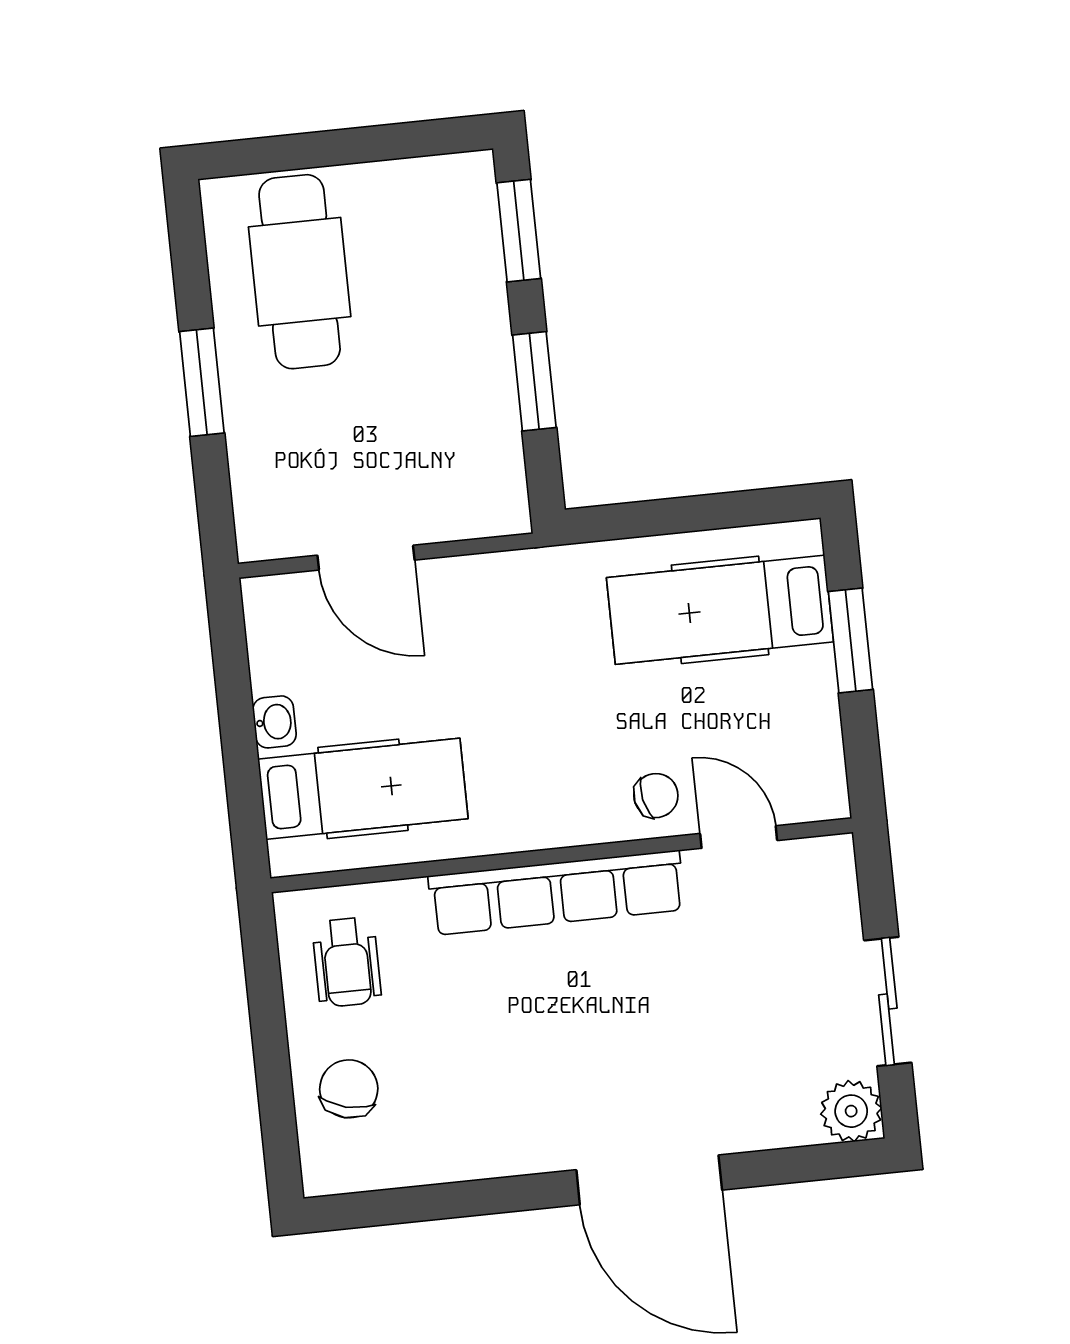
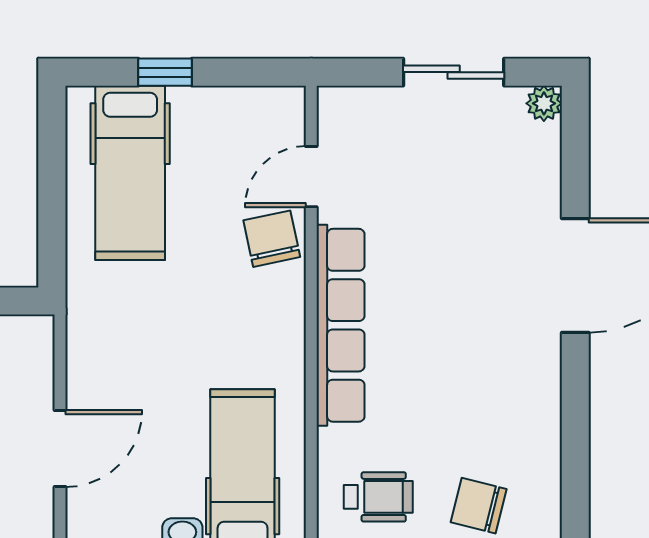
window: (851, 640) -> (165, 72), width x0.67
chair: (656, 796) -> (272, 239), width x1.37, depth x1.37
plant: (851, 1111) -> (544, 103), width x0.73, depth x0.73

